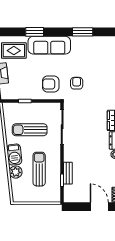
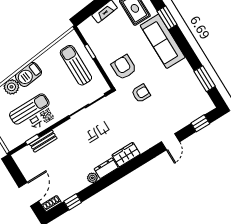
window: (83, 32) -> (205, 79), moved
sun lounger: (30, 130) -> (76, 65), moved

